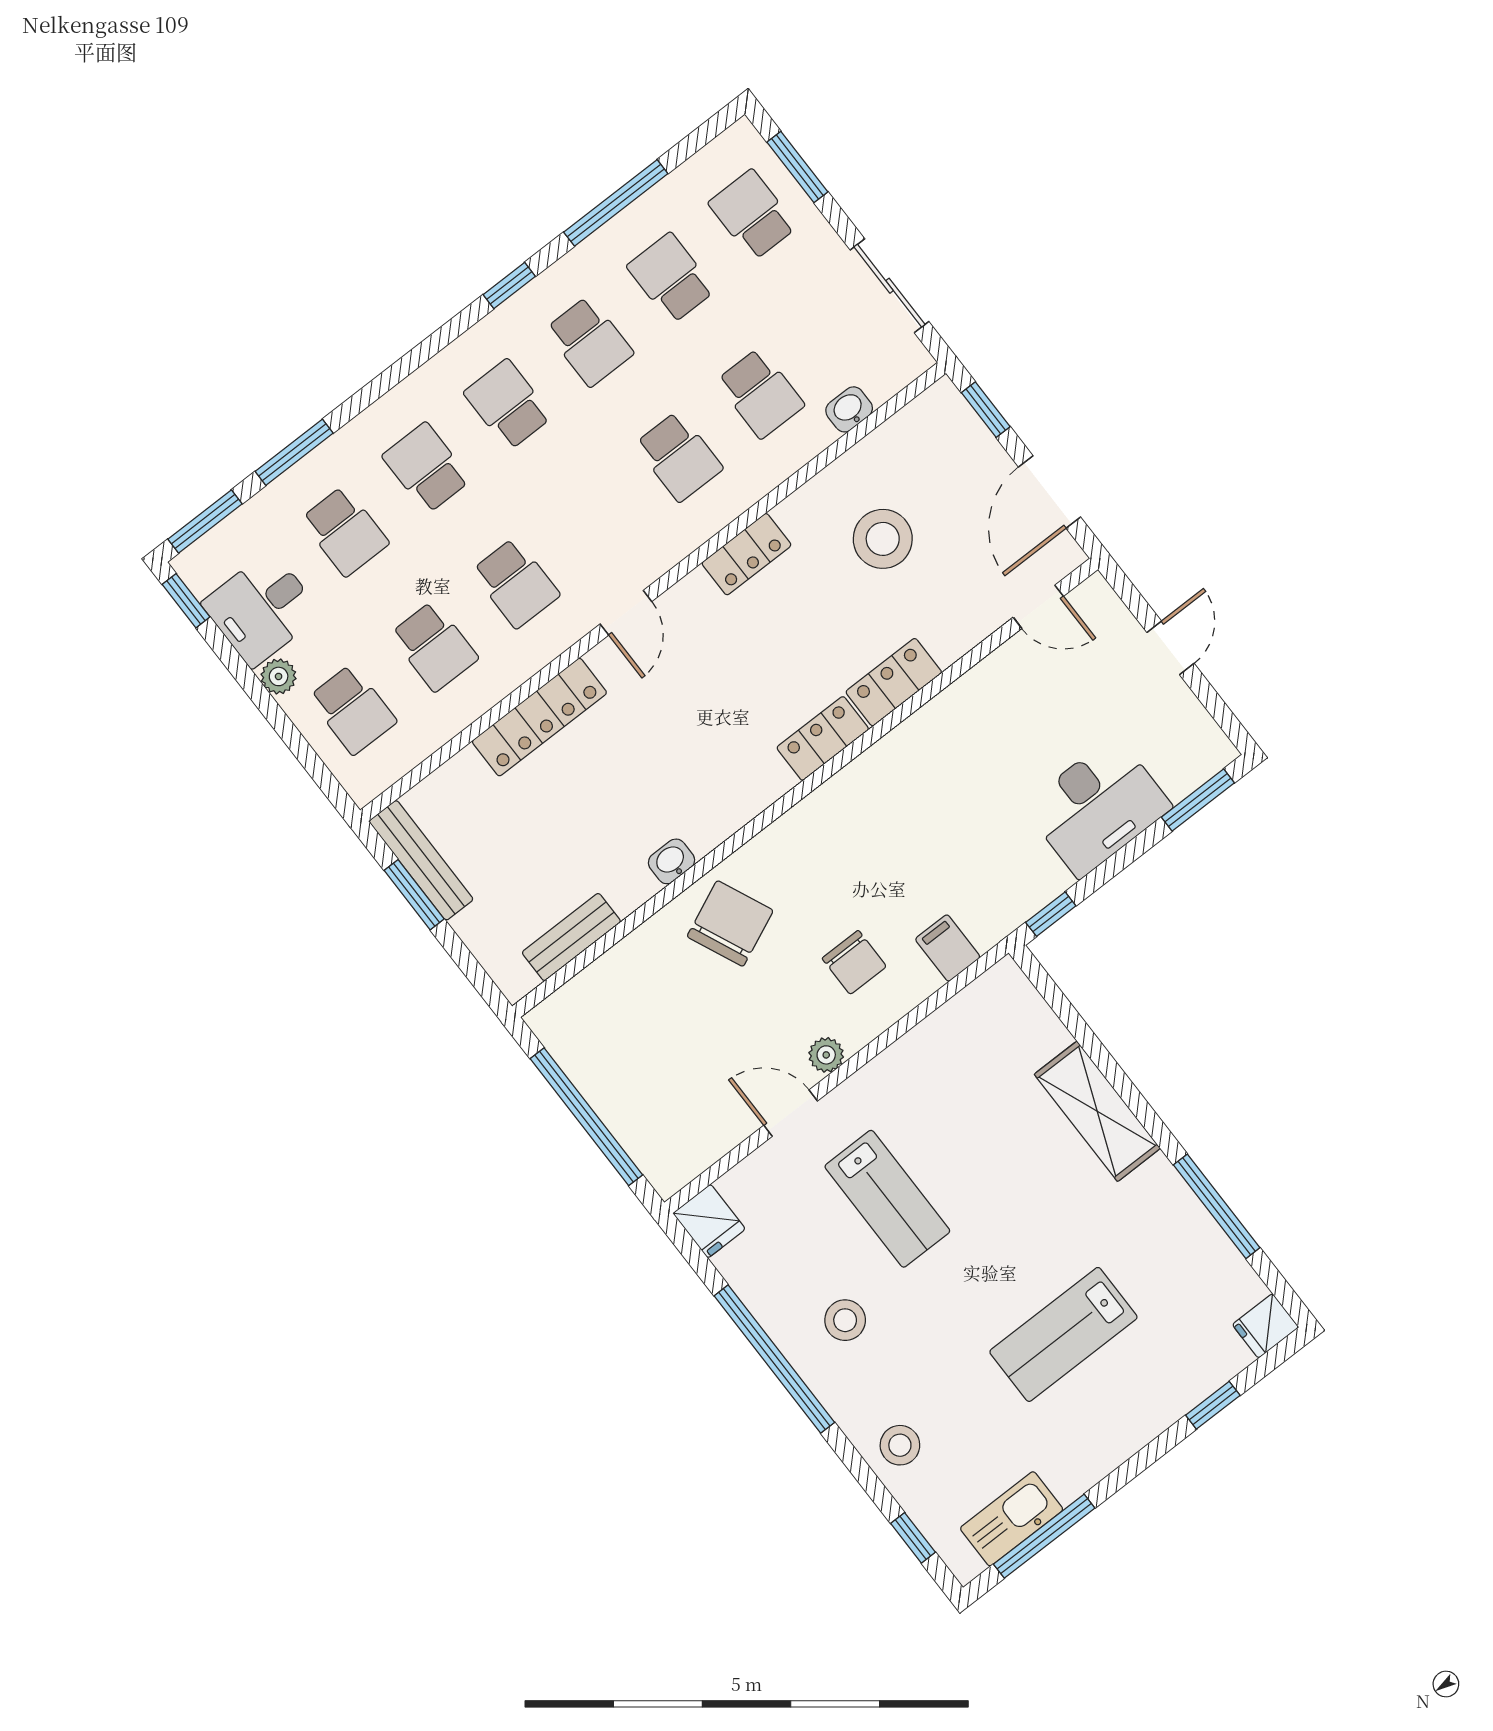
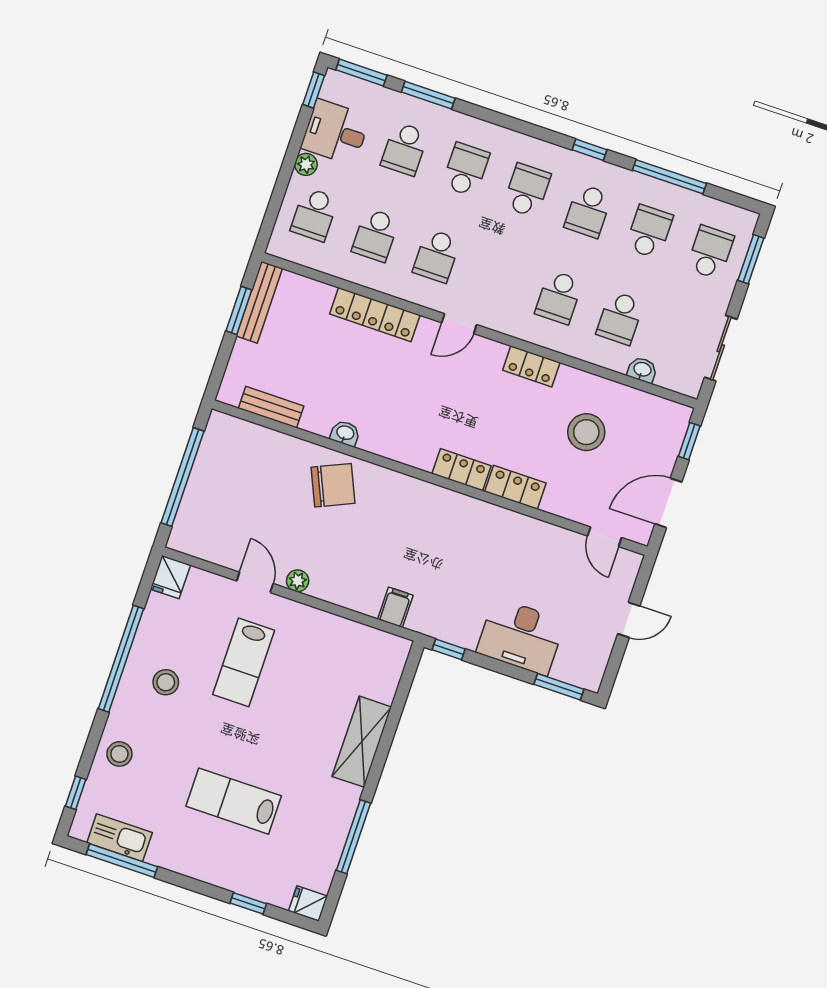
chair: (854, 962) -> (356, 563), removed

